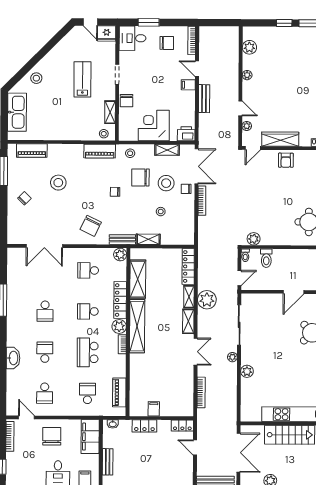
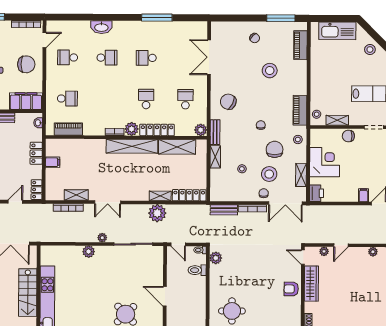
bench: (204, 99) -> (224, 210), moved
shelving: (188, 321) -> (76, 195), moved
school desk: (88, 352) -> (107, 99), removed

